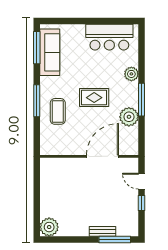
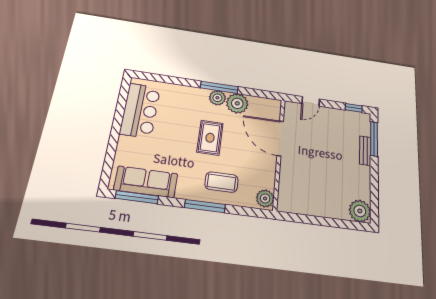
plant: (131, 74) -> (217, 98), moved
plant: (49, 148) -> (265, 198), added
window: (142, 203) -> (354, 108), moved

